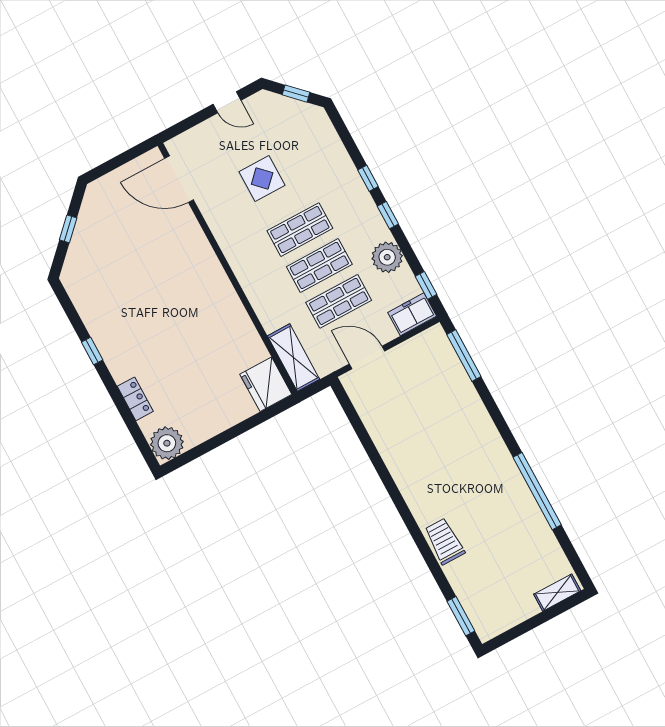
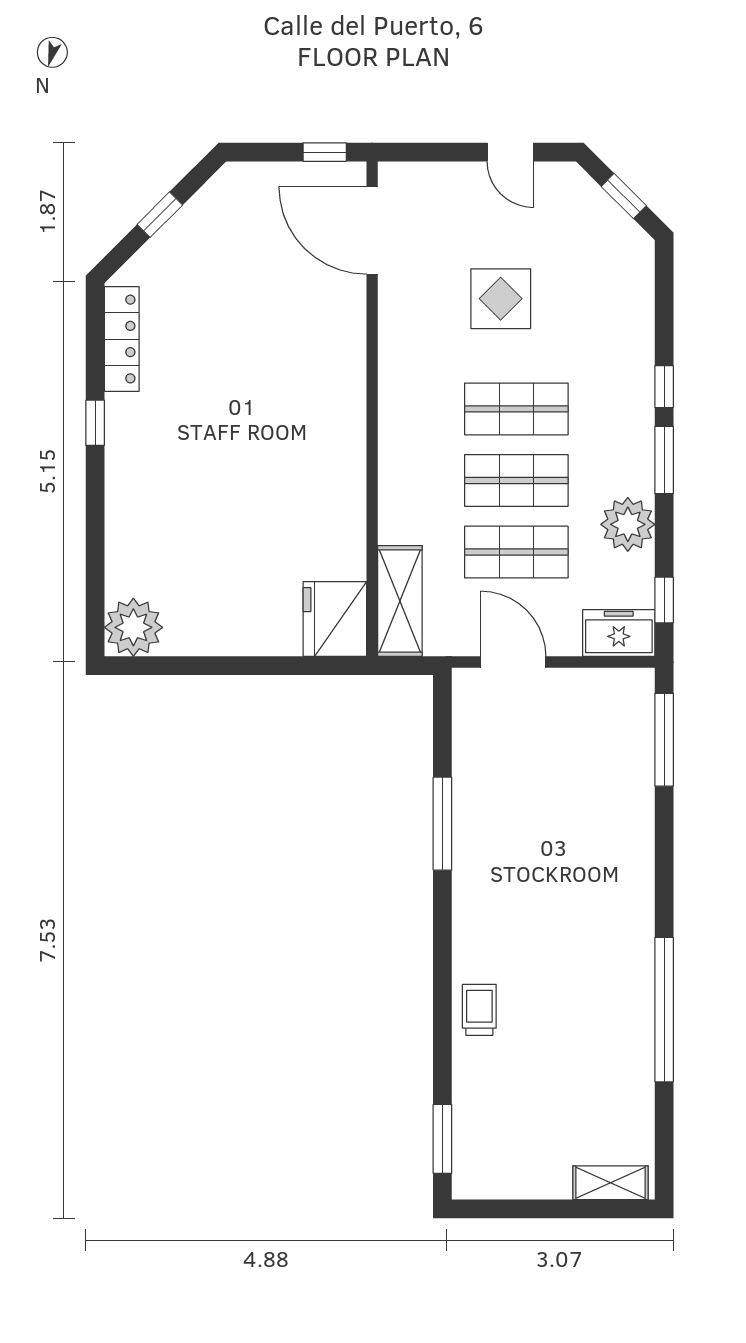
window: (134, 153) -> (325, 152), added
window: (388, 215) -> (664, 460), width x1.50
locker: (135, 399) -> (122, 339), moved, width x1.53
window: (375, 458) -> (442, 824), added
trolley: (444, 541) -> (479, 1010), width x0.73, depth x0.72

